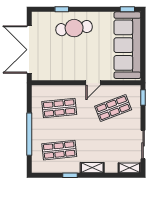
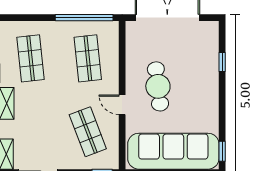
cafe table: (74, 28) -> (158, 86), moved
window: (29, 134) -> (84, 18), moved

